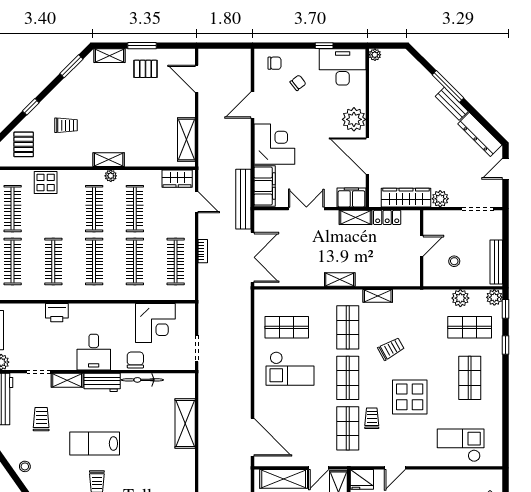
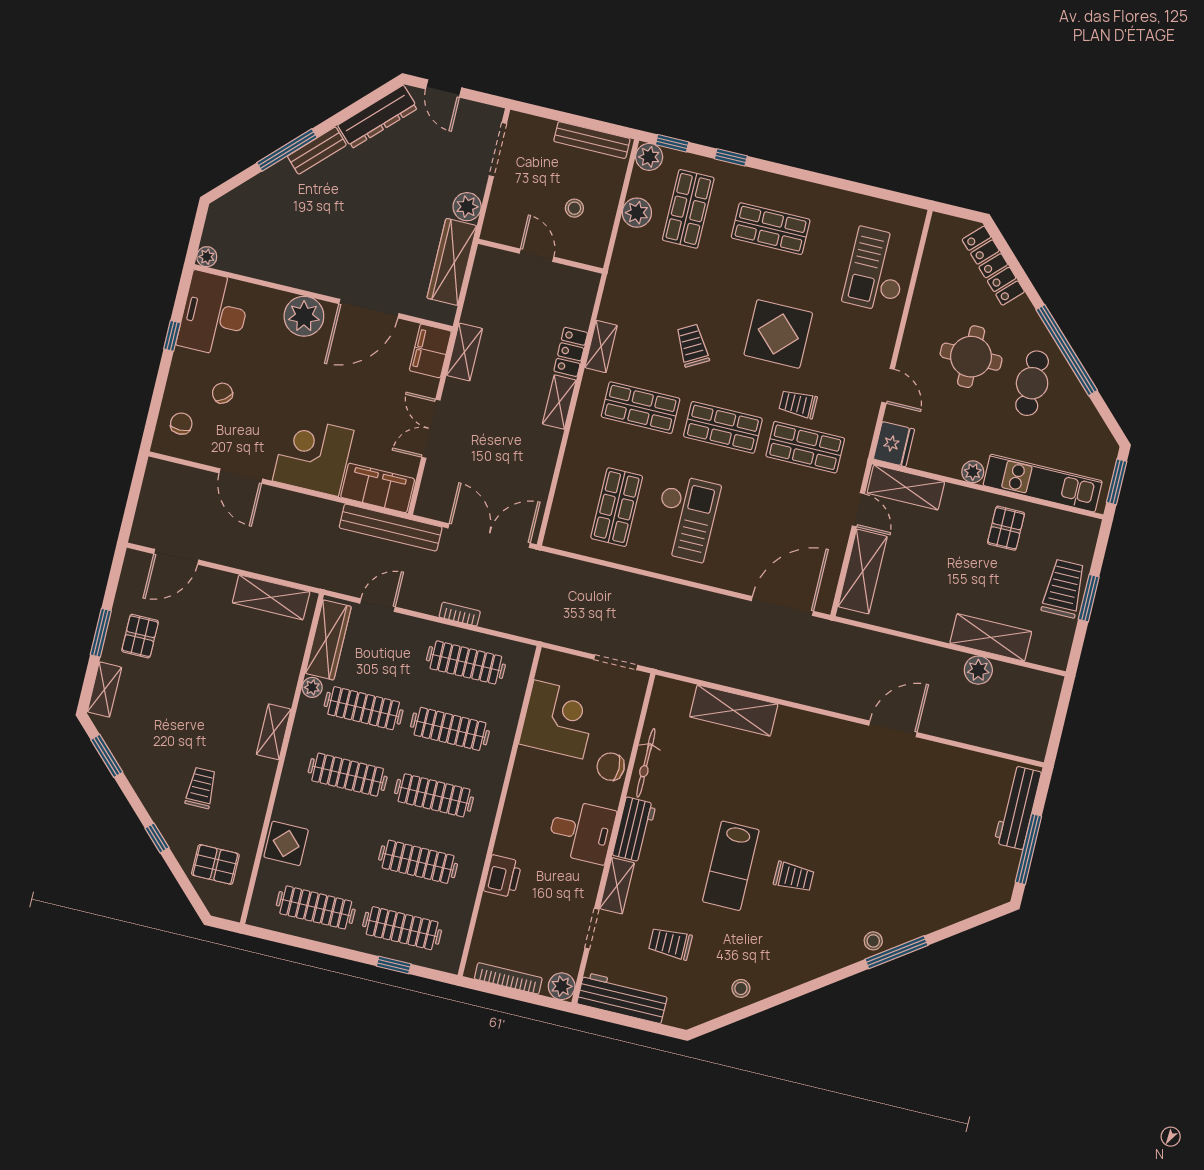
plant: (111, 176) -> (312, 687), moved
wardrobe: (177, 179) -> (328, 640), width x1.50
locker: (387, 217) -> (571, 352), moved, turned 180

